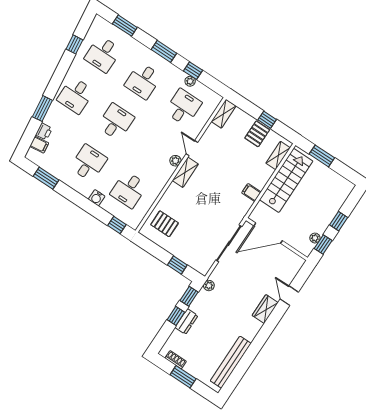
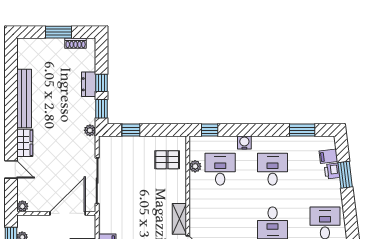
window: (42, 108) -> (345, 175), moved
plant: (175, 161) -> (195, 166), moved
desk: (89, 163) -> (273, 169), turned 180
plant: (299, 262) -> (22, 206), added
bench: (231, 362) -> (24, 98), moved

